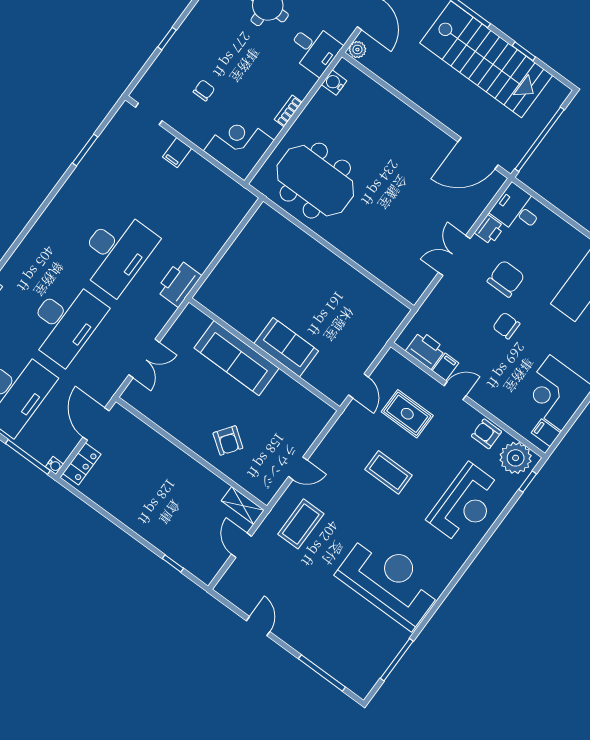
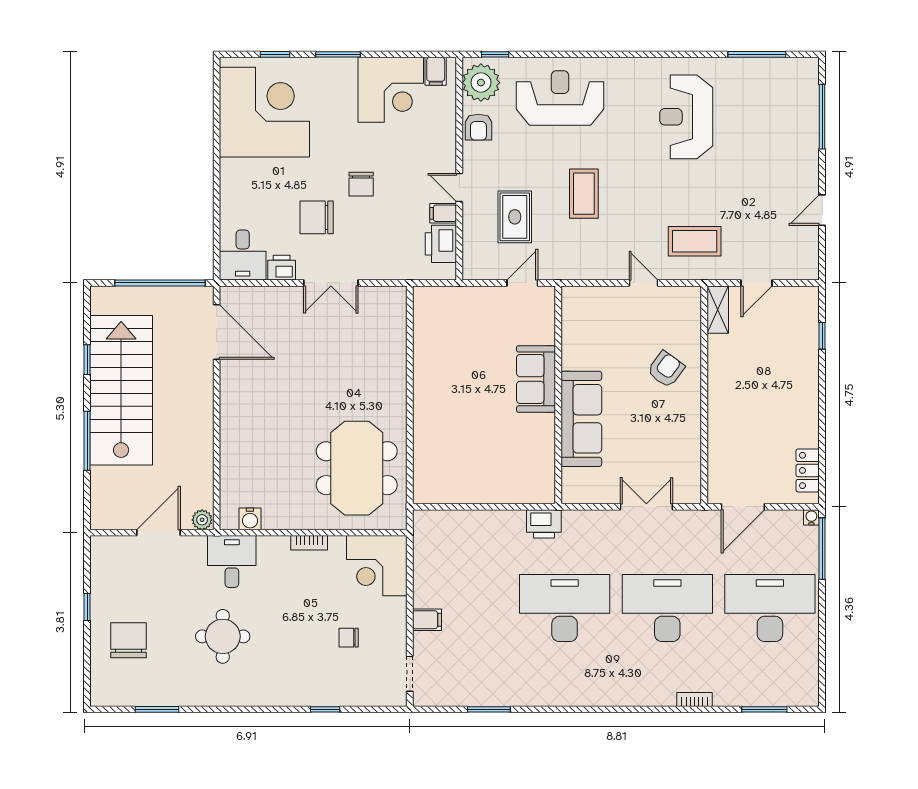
printer: (179, 283) -> (544, 524), width x0.73, depth x0.84
locker: (82, 464) -> (808, 470), moved, turned -90
reception desk: (390, 580) -> (686, 117), width x0.74, depth x0.77

